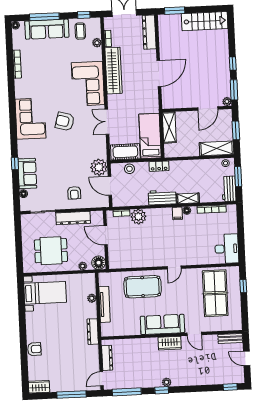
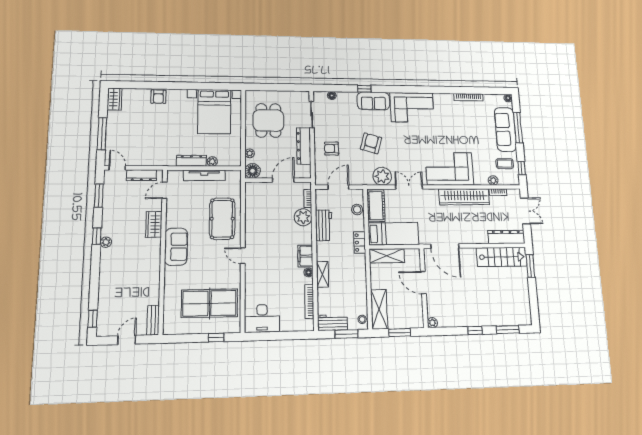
stairs: (205, 21) -> (502, 257), moved, turned -90
door: (159, 73) -> (445, 246), moved
window: (234, 90) -> (508, 330), moved
door: (208, 108) -> (423, 283), moved
armchair: (65, 121) -> (371, 143), moved
shelving: (169, 127) -> (387, 256), moved
plant: (99, 167) -> (382, 176), moved
sofa: (27, 174) -> (373, 101), moved
workbench: (162, 197) -> (324, 225), moved
filing cabinet: (177, 213) -> (305, 256), width x2.00
bed with nightstands: (45, 293) -> (214, 112), width x1.36
sofa: (163, 324) -> (176, 247), width x0.73
dresser: (93, 332) -> (191, 161), moved
door: (194, 334) -> (165, 190), moved
wardrobe: (170, 343) -> (154, 224), moved
window: (127, 392) -> (99, 196), width x0.69

